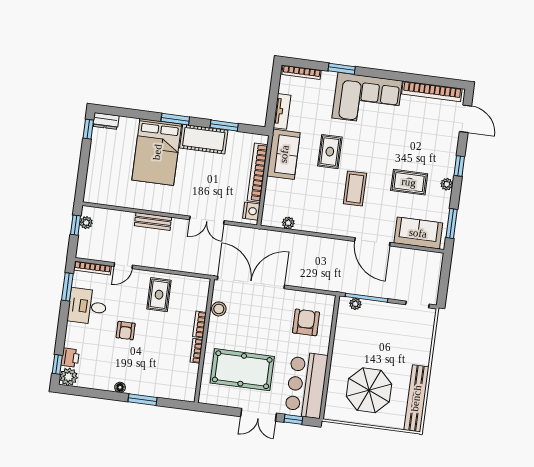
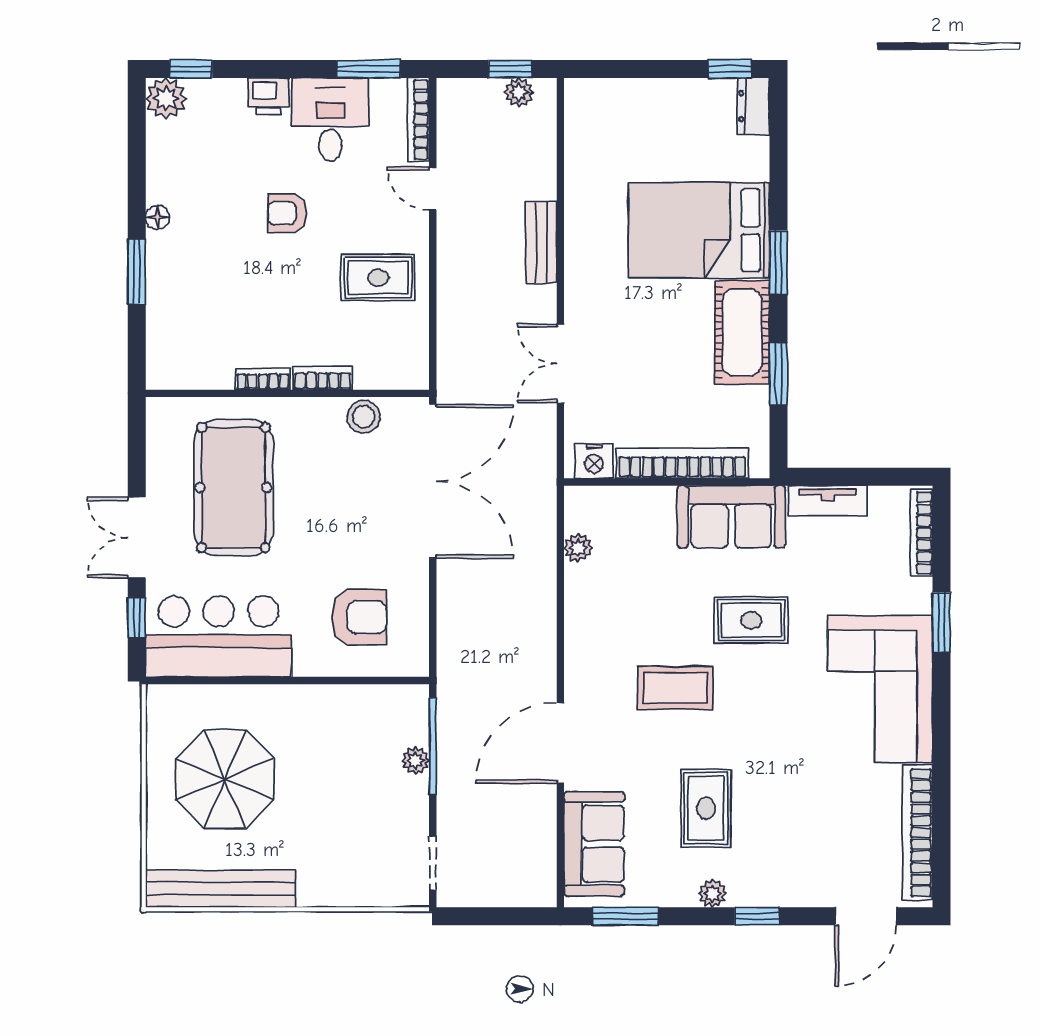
plant: (355, 304) -> (415, 761), moved
printer: (70, 358) -> (269, 96), moved

